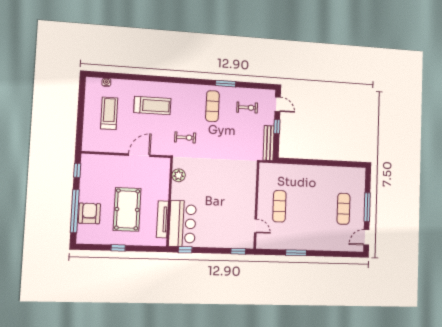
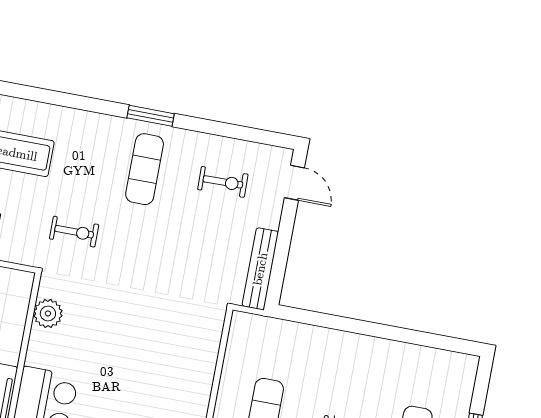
window: (226, 84) -> (151, 116), moved
window: (277, 127) -> (285, 234), removed

